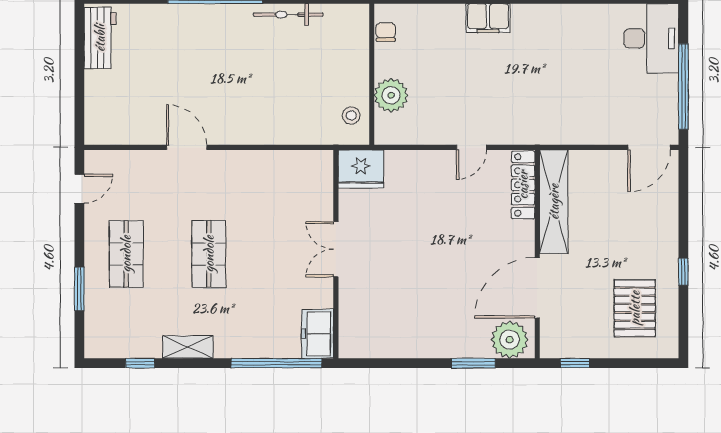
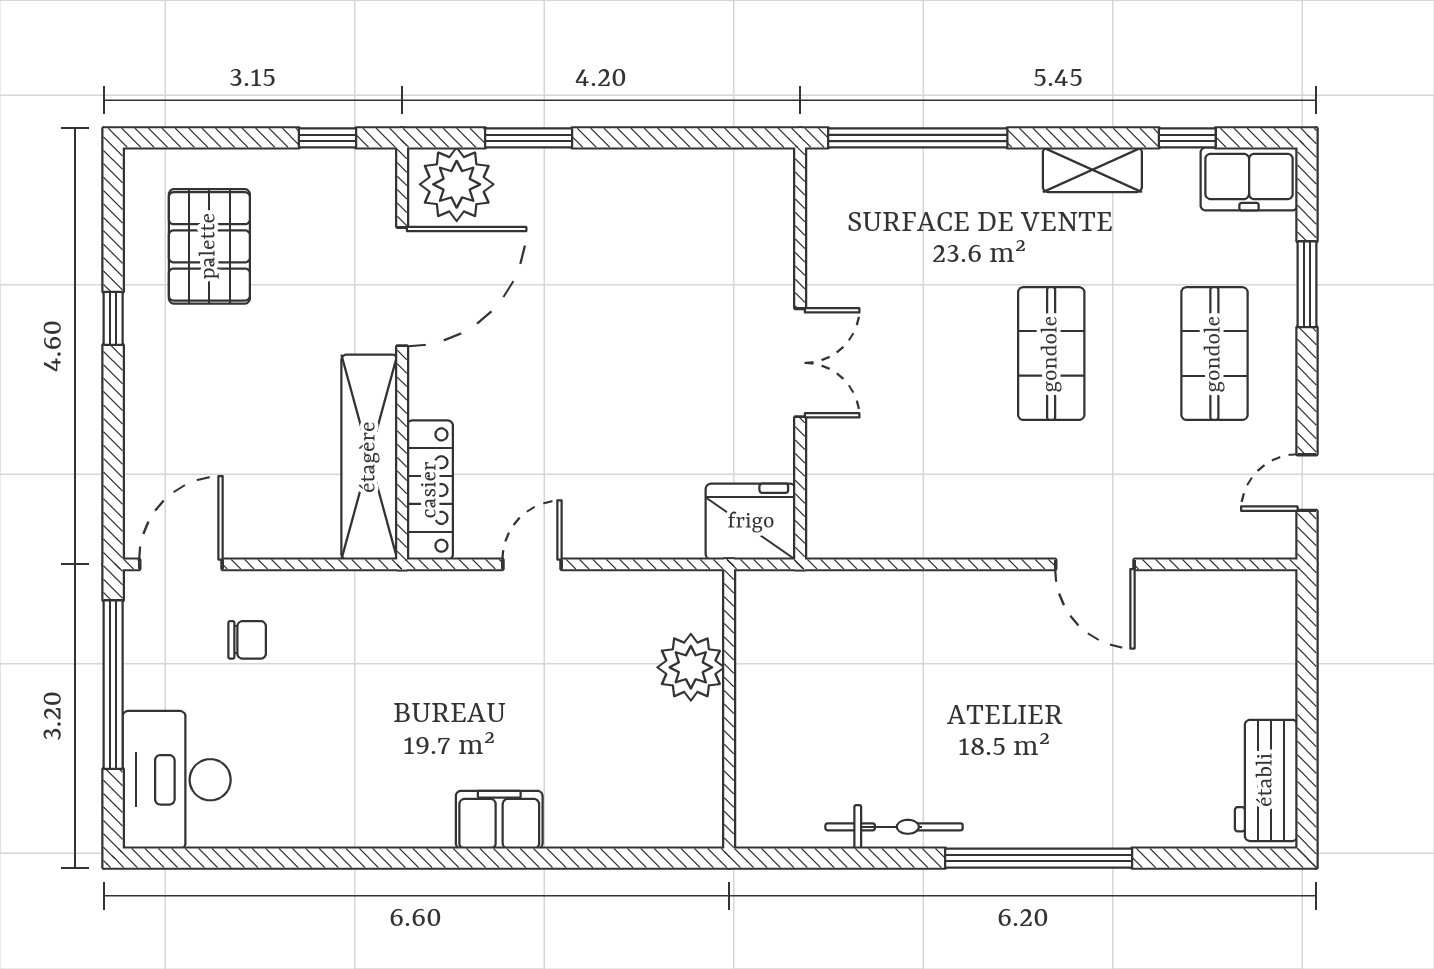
chair: (386, 32) -> (247, 640), moved, turned -90
stool: (351, 115) -> (770, 627), removed
freezer: (318, 334) -> (1249, 179), moved, turned 90

